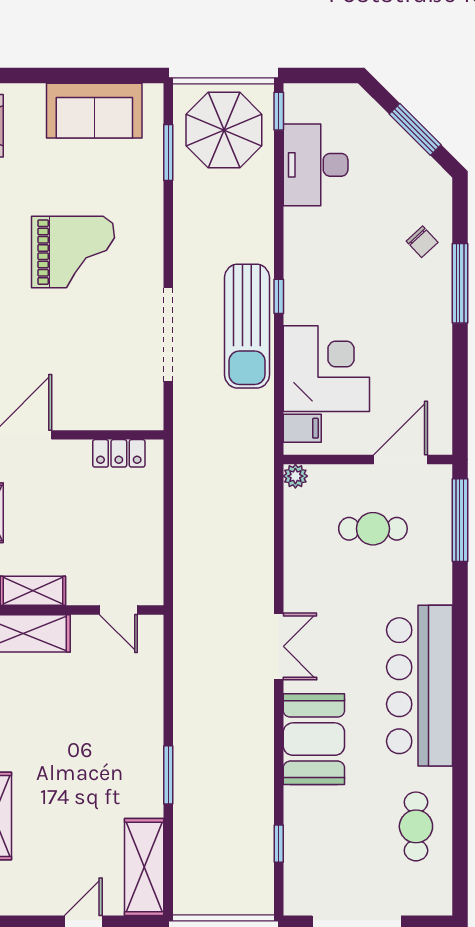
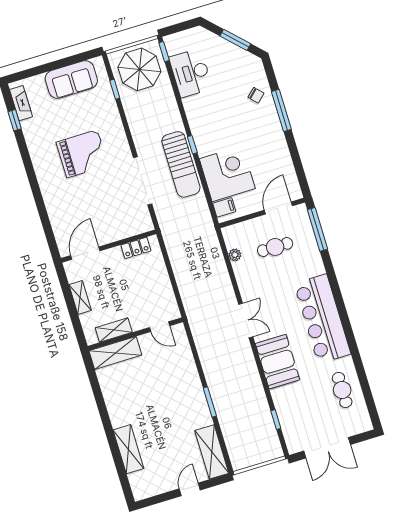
window: (168, 153) -> (115, 89), width x0.67
plant: (295, 476) -> (235, 255), moved

